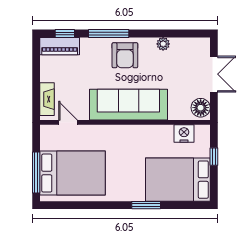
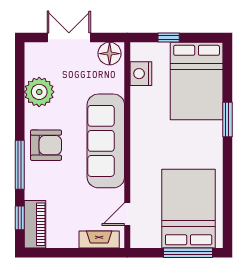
plant: (163, 44) -> (39, 92), width x1.87, depth x1.87

